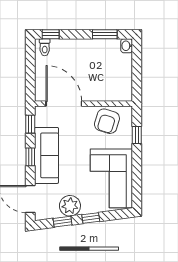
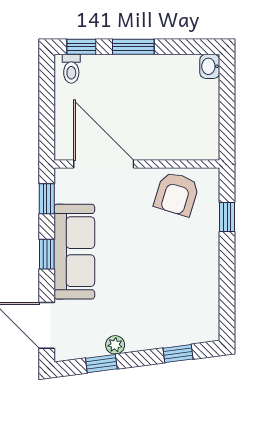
window: (105, 34) -> (133, 47), moved
corner sofa: (111, 178) -> (184, 290), removed
plant: (70, 206) -> (115, 345), width x0.53, depth x0.53
window: (91, 218) -> (178, 354), moved

